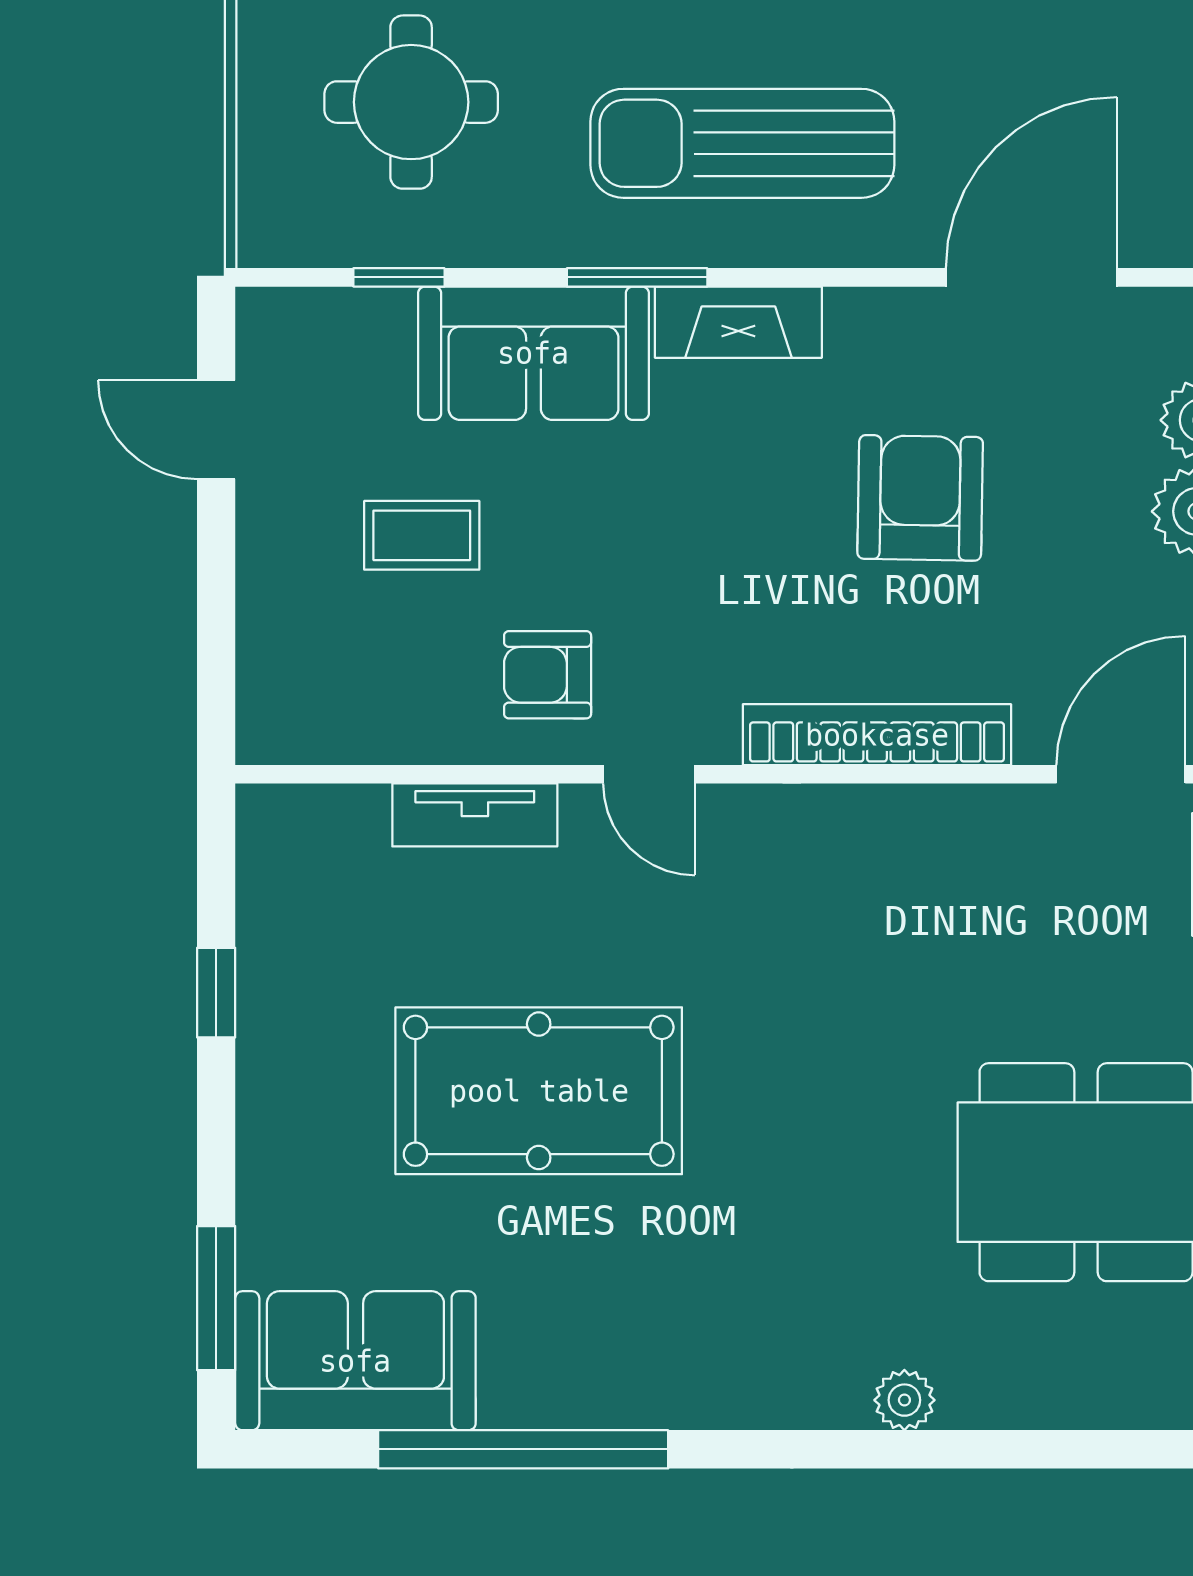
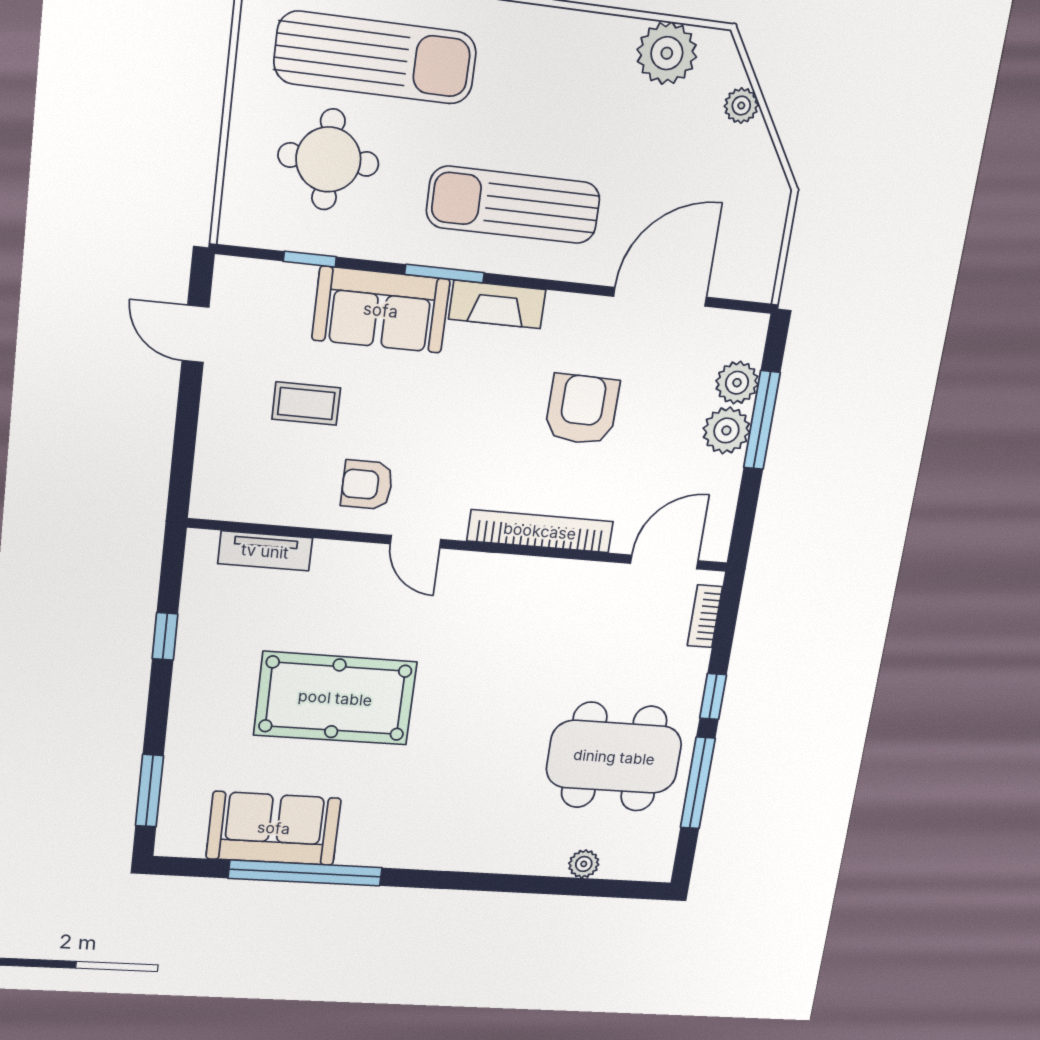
tv unit: (475, 815) -> (265, 551), moved
sofa: (355, 1361) -> (274, 828), moved
plant: (904, 1400) -> (584, 864), moved

